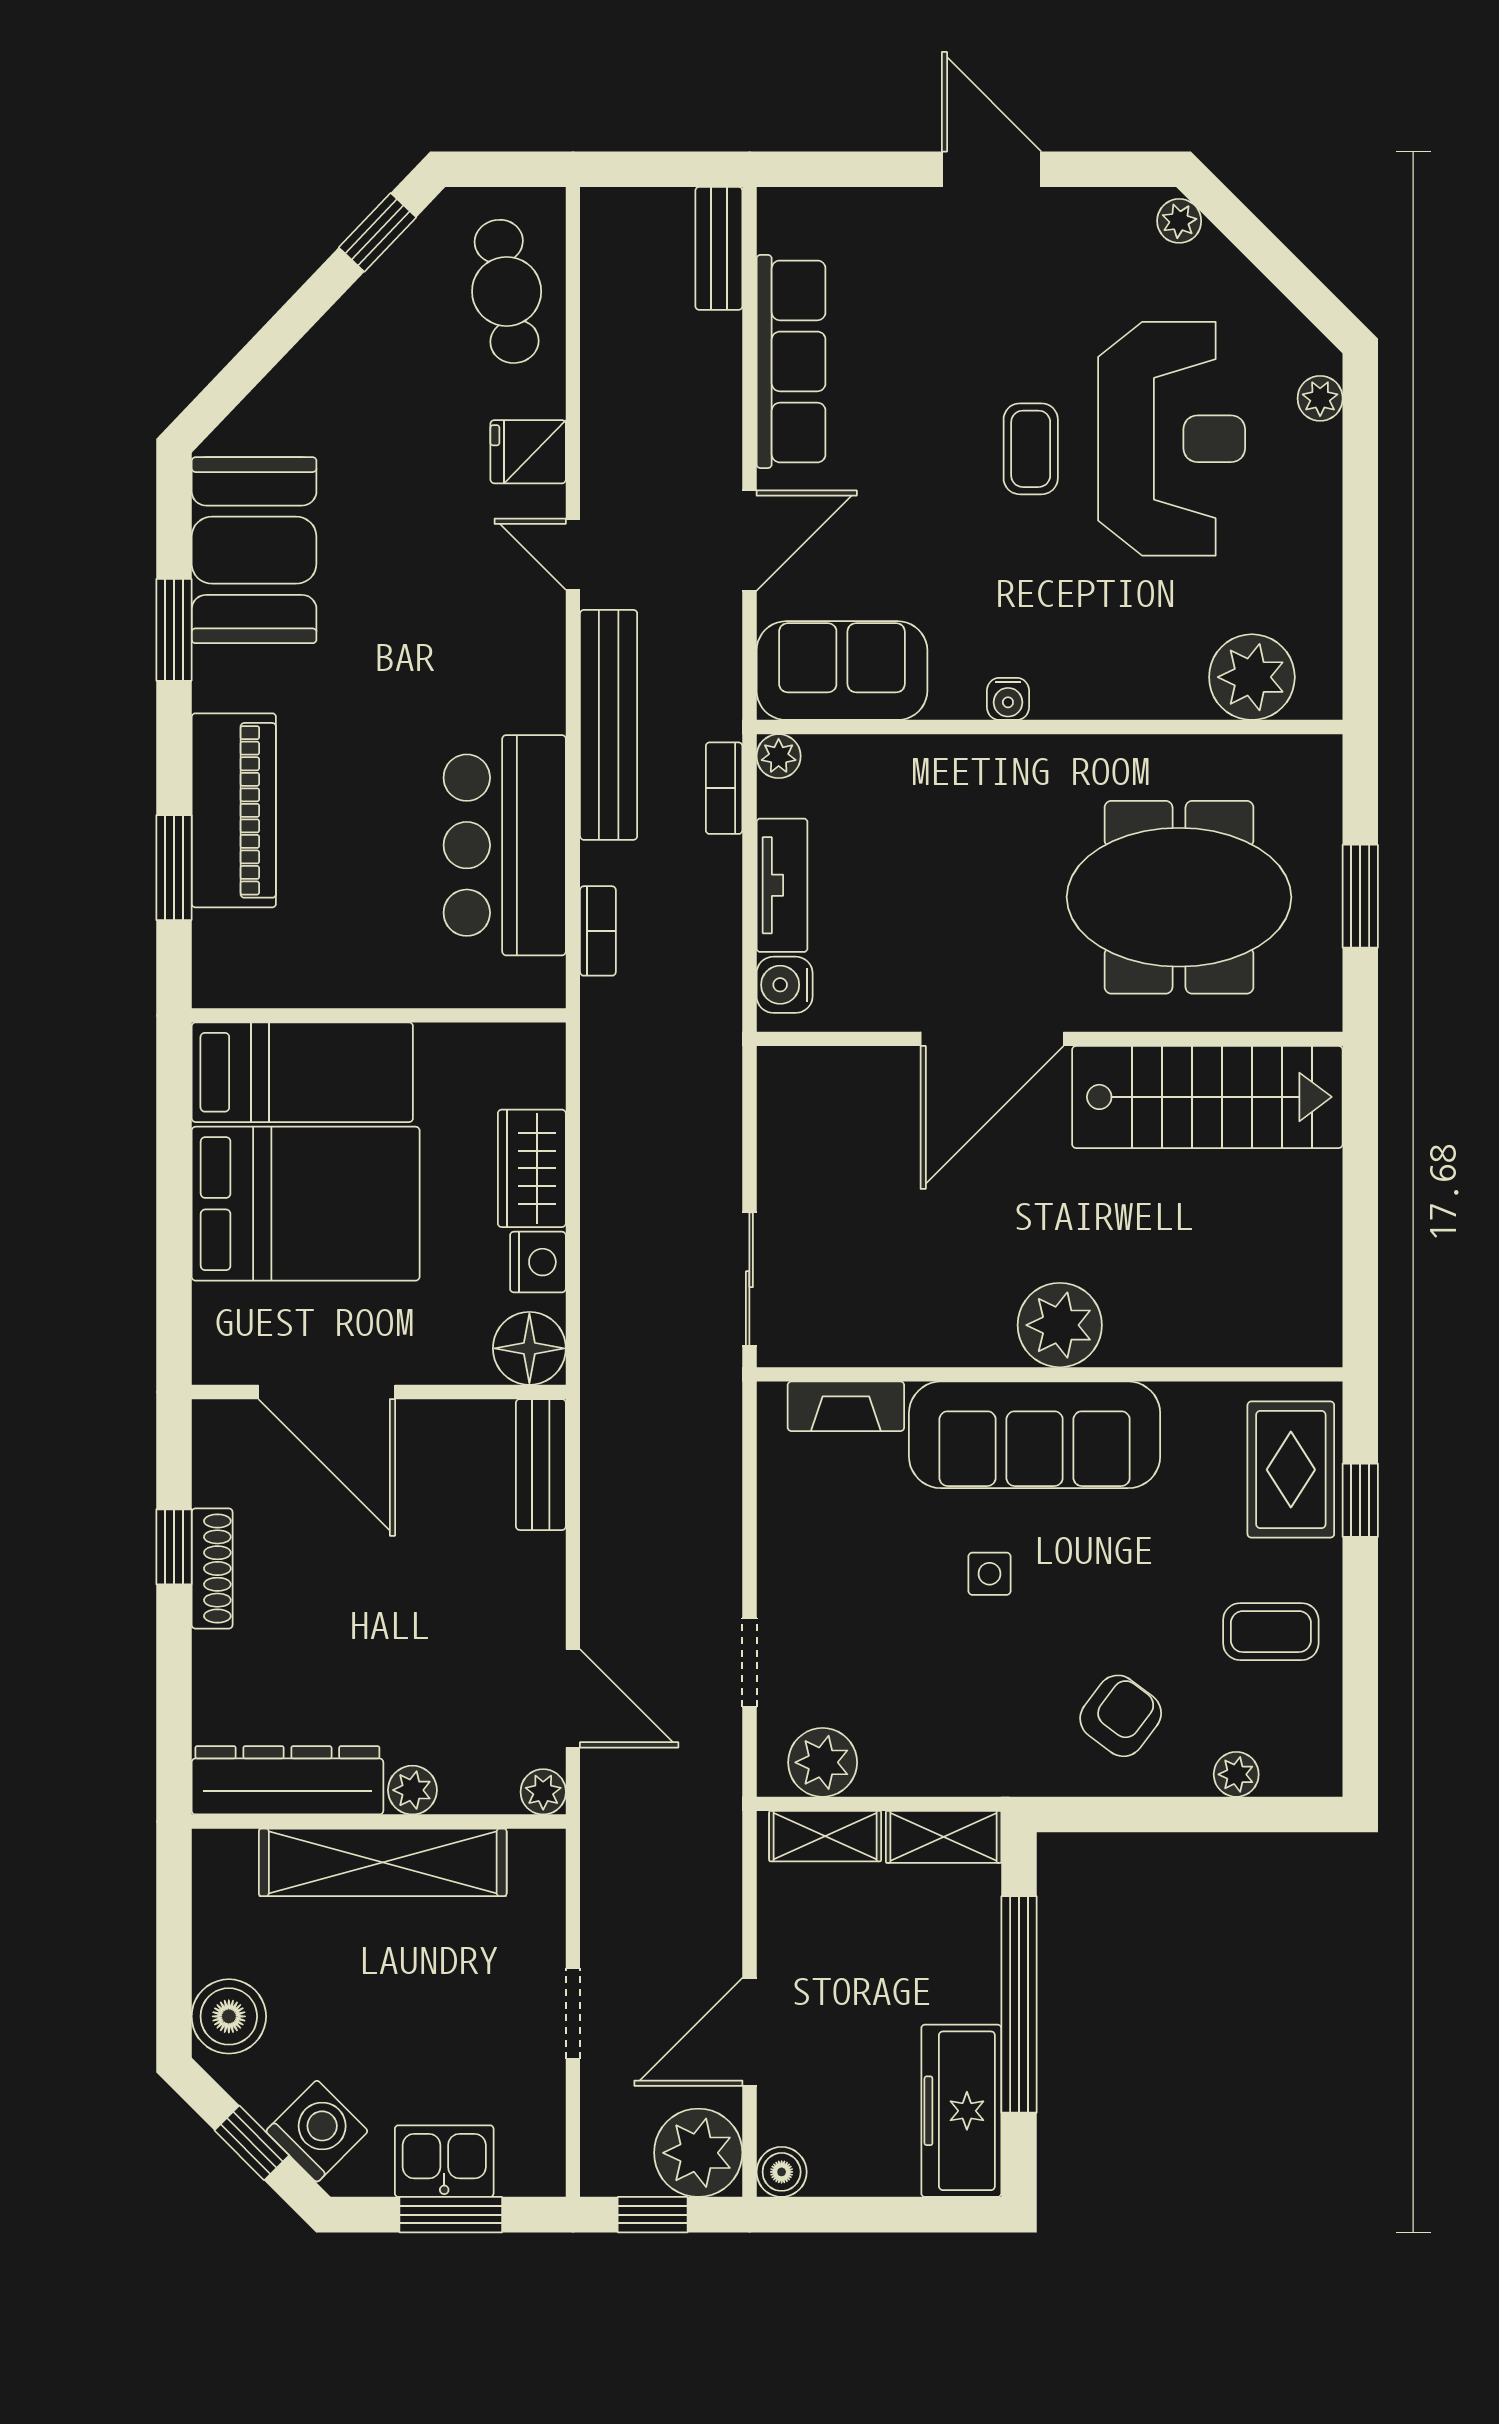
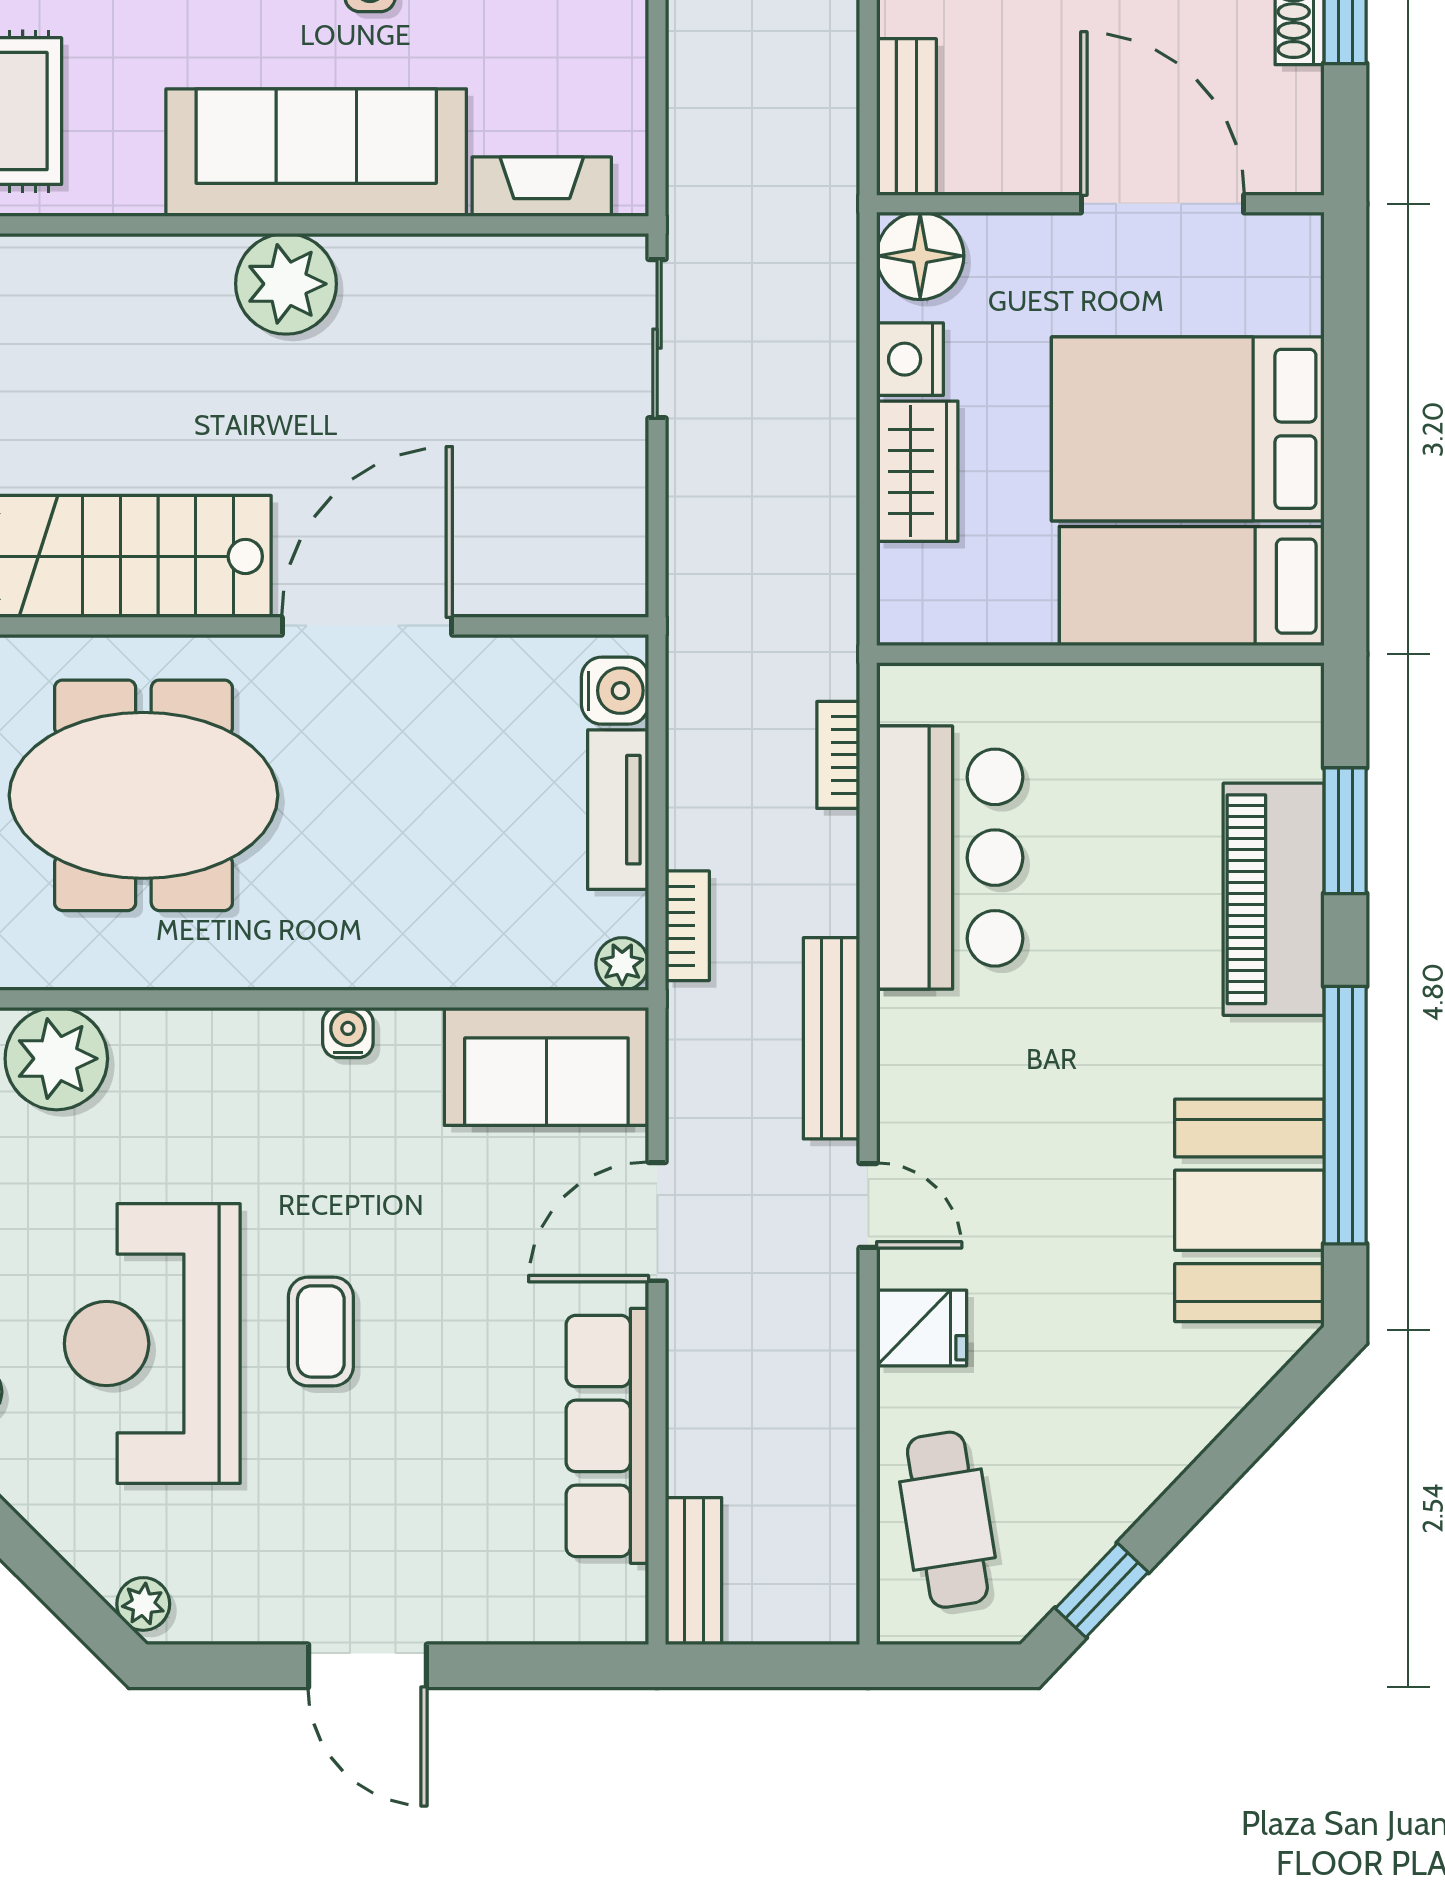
window: (174, 630) -> (1345, 1115), width x2.11
bench: (609, 725) -> (831, 1038), width x0.73, depth x0.82

